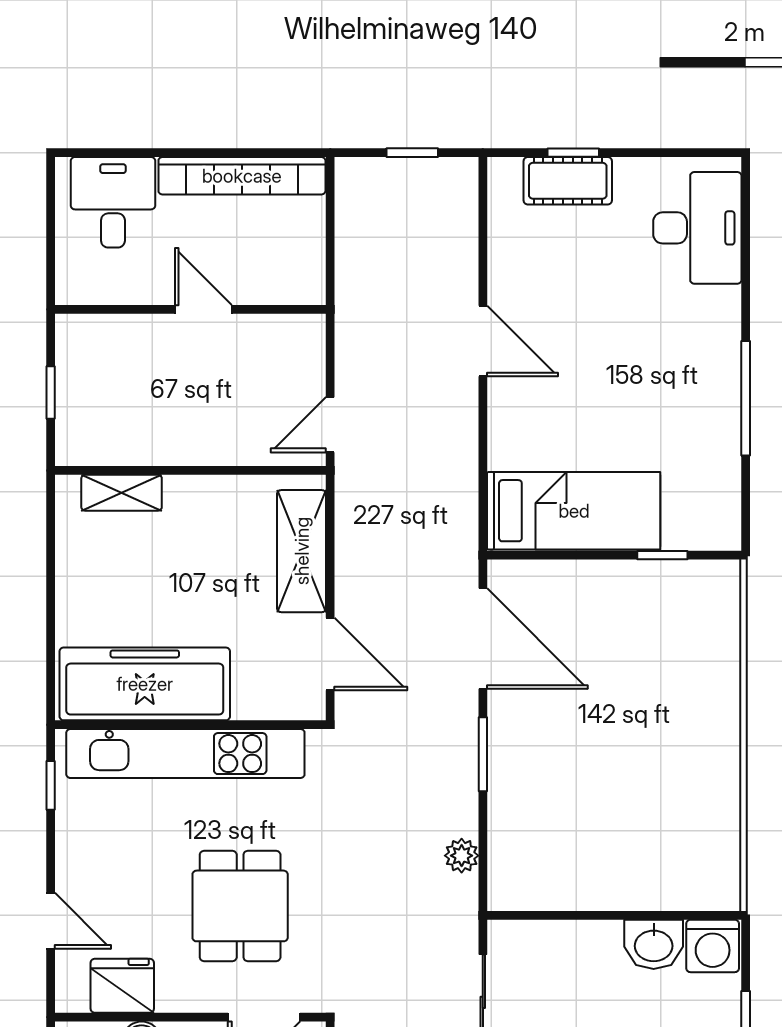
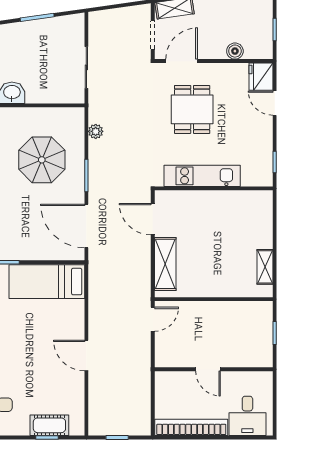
shelving: (122, 493) -> (265, 267), moved, turned 90
freezer: (145, 684) -> (234, 206), removed
kitchen unit: (185, 754) -> (202, 176), width x0.73
parasol: (585, 790) -> (42, 160), added
fridge: (122, 986) -> (261, 77), moved, turned 90

